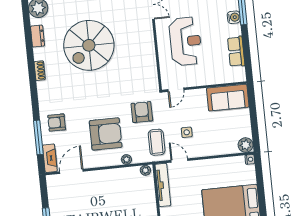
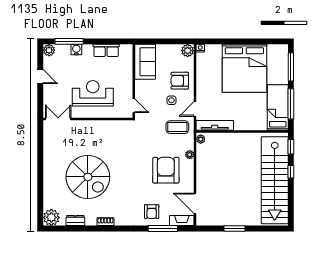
armchair: (142, 112) -> (180, 81), moved

